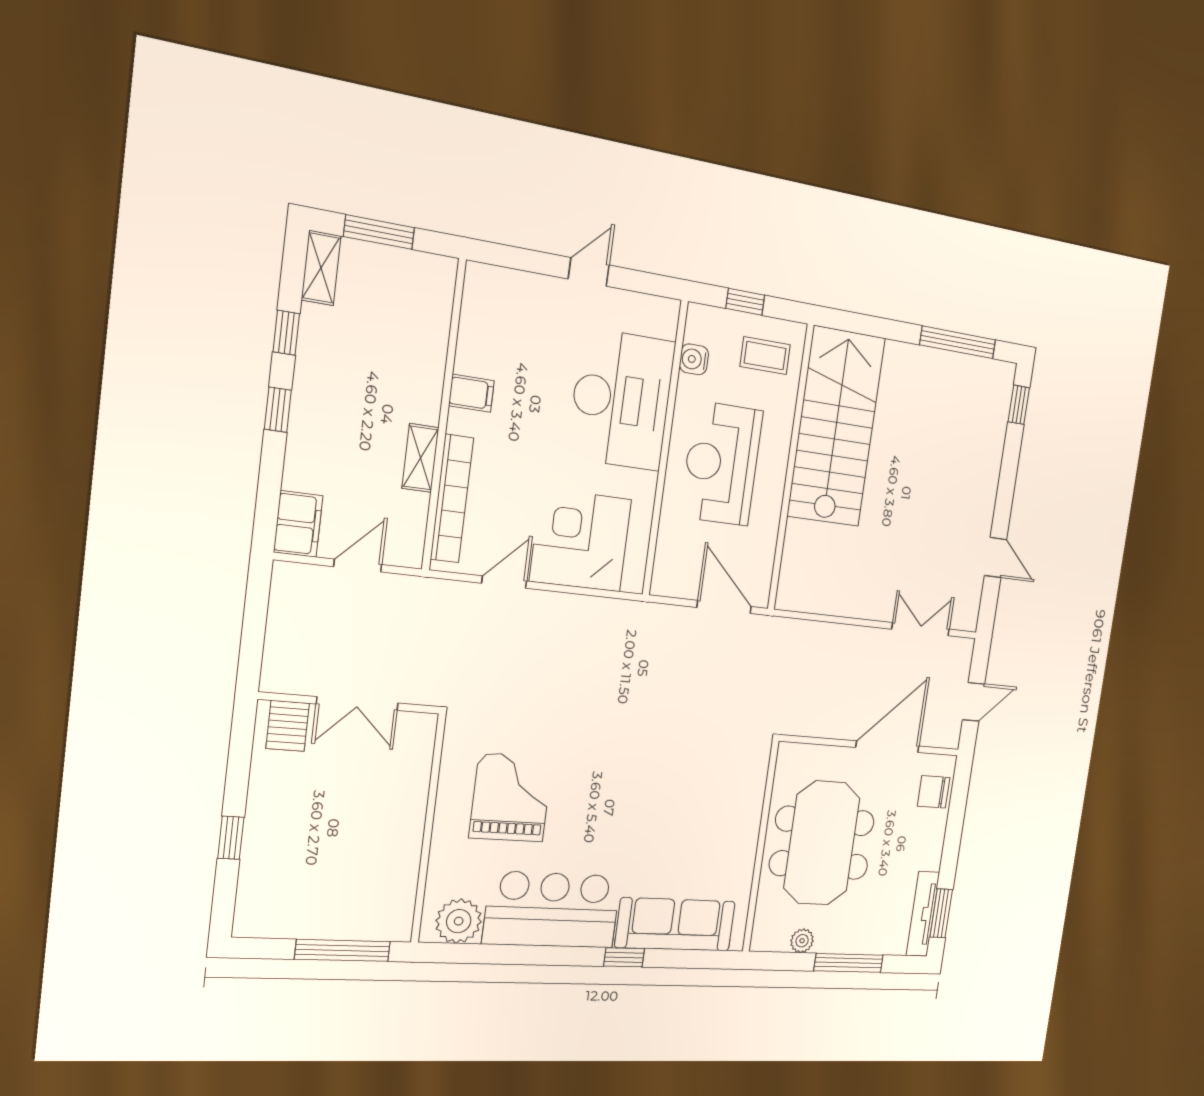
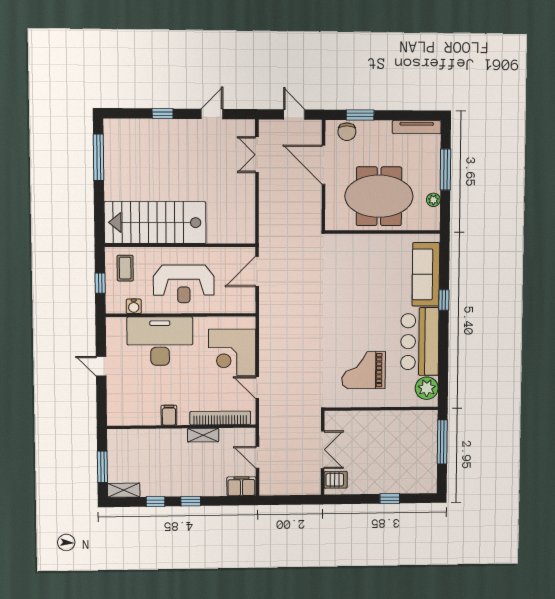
window: (1019, 405) -> (163, 114), moved
window: (941, 913) -> (360, 115), moved

